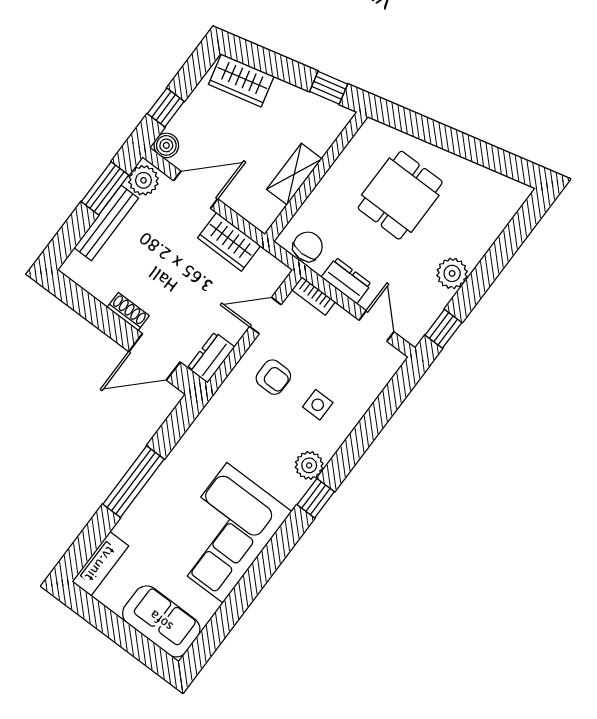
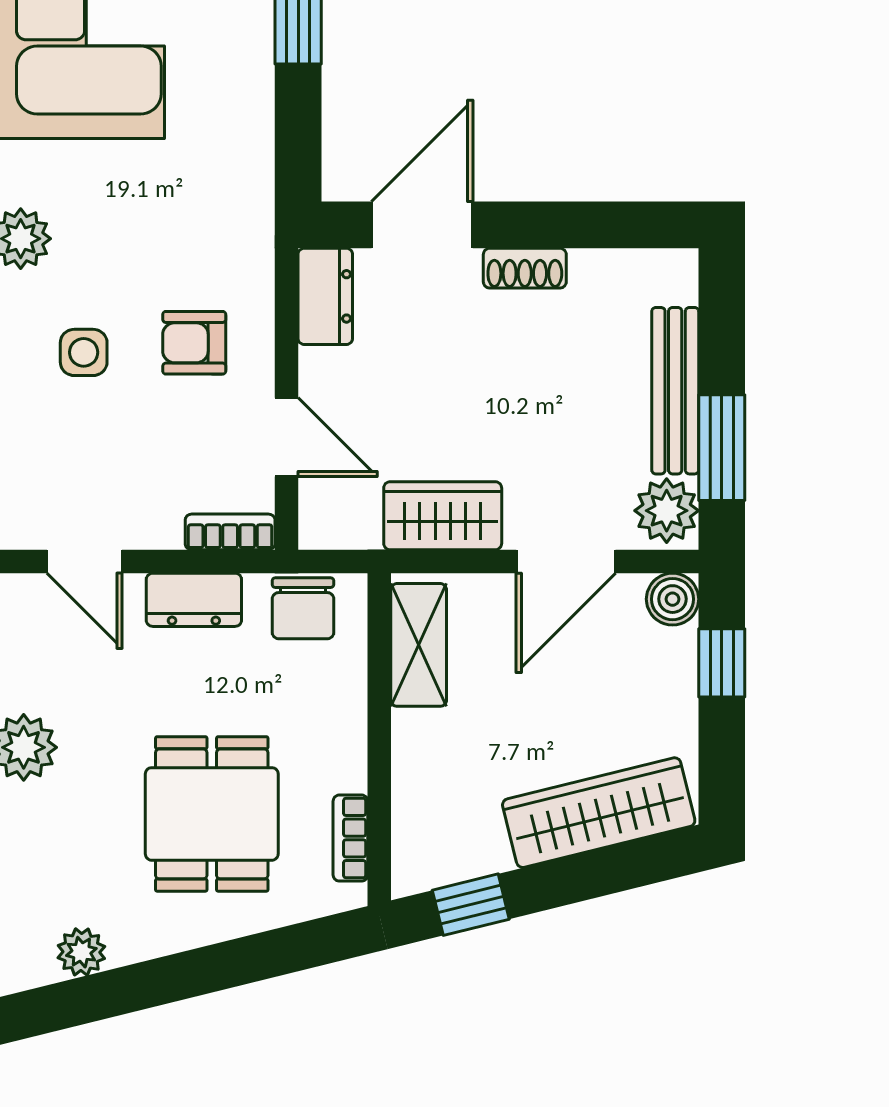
wardrobe: (241, 80) -> (599, 813), width x1.50
bookcase: (355, 147) -> (350, 838), added
shelving: (294, 174) -> (419, 645), moved
plant: (488, 180) -> (81, 952), added
door: (265, 316) -> (286, 437), hinge flipped

